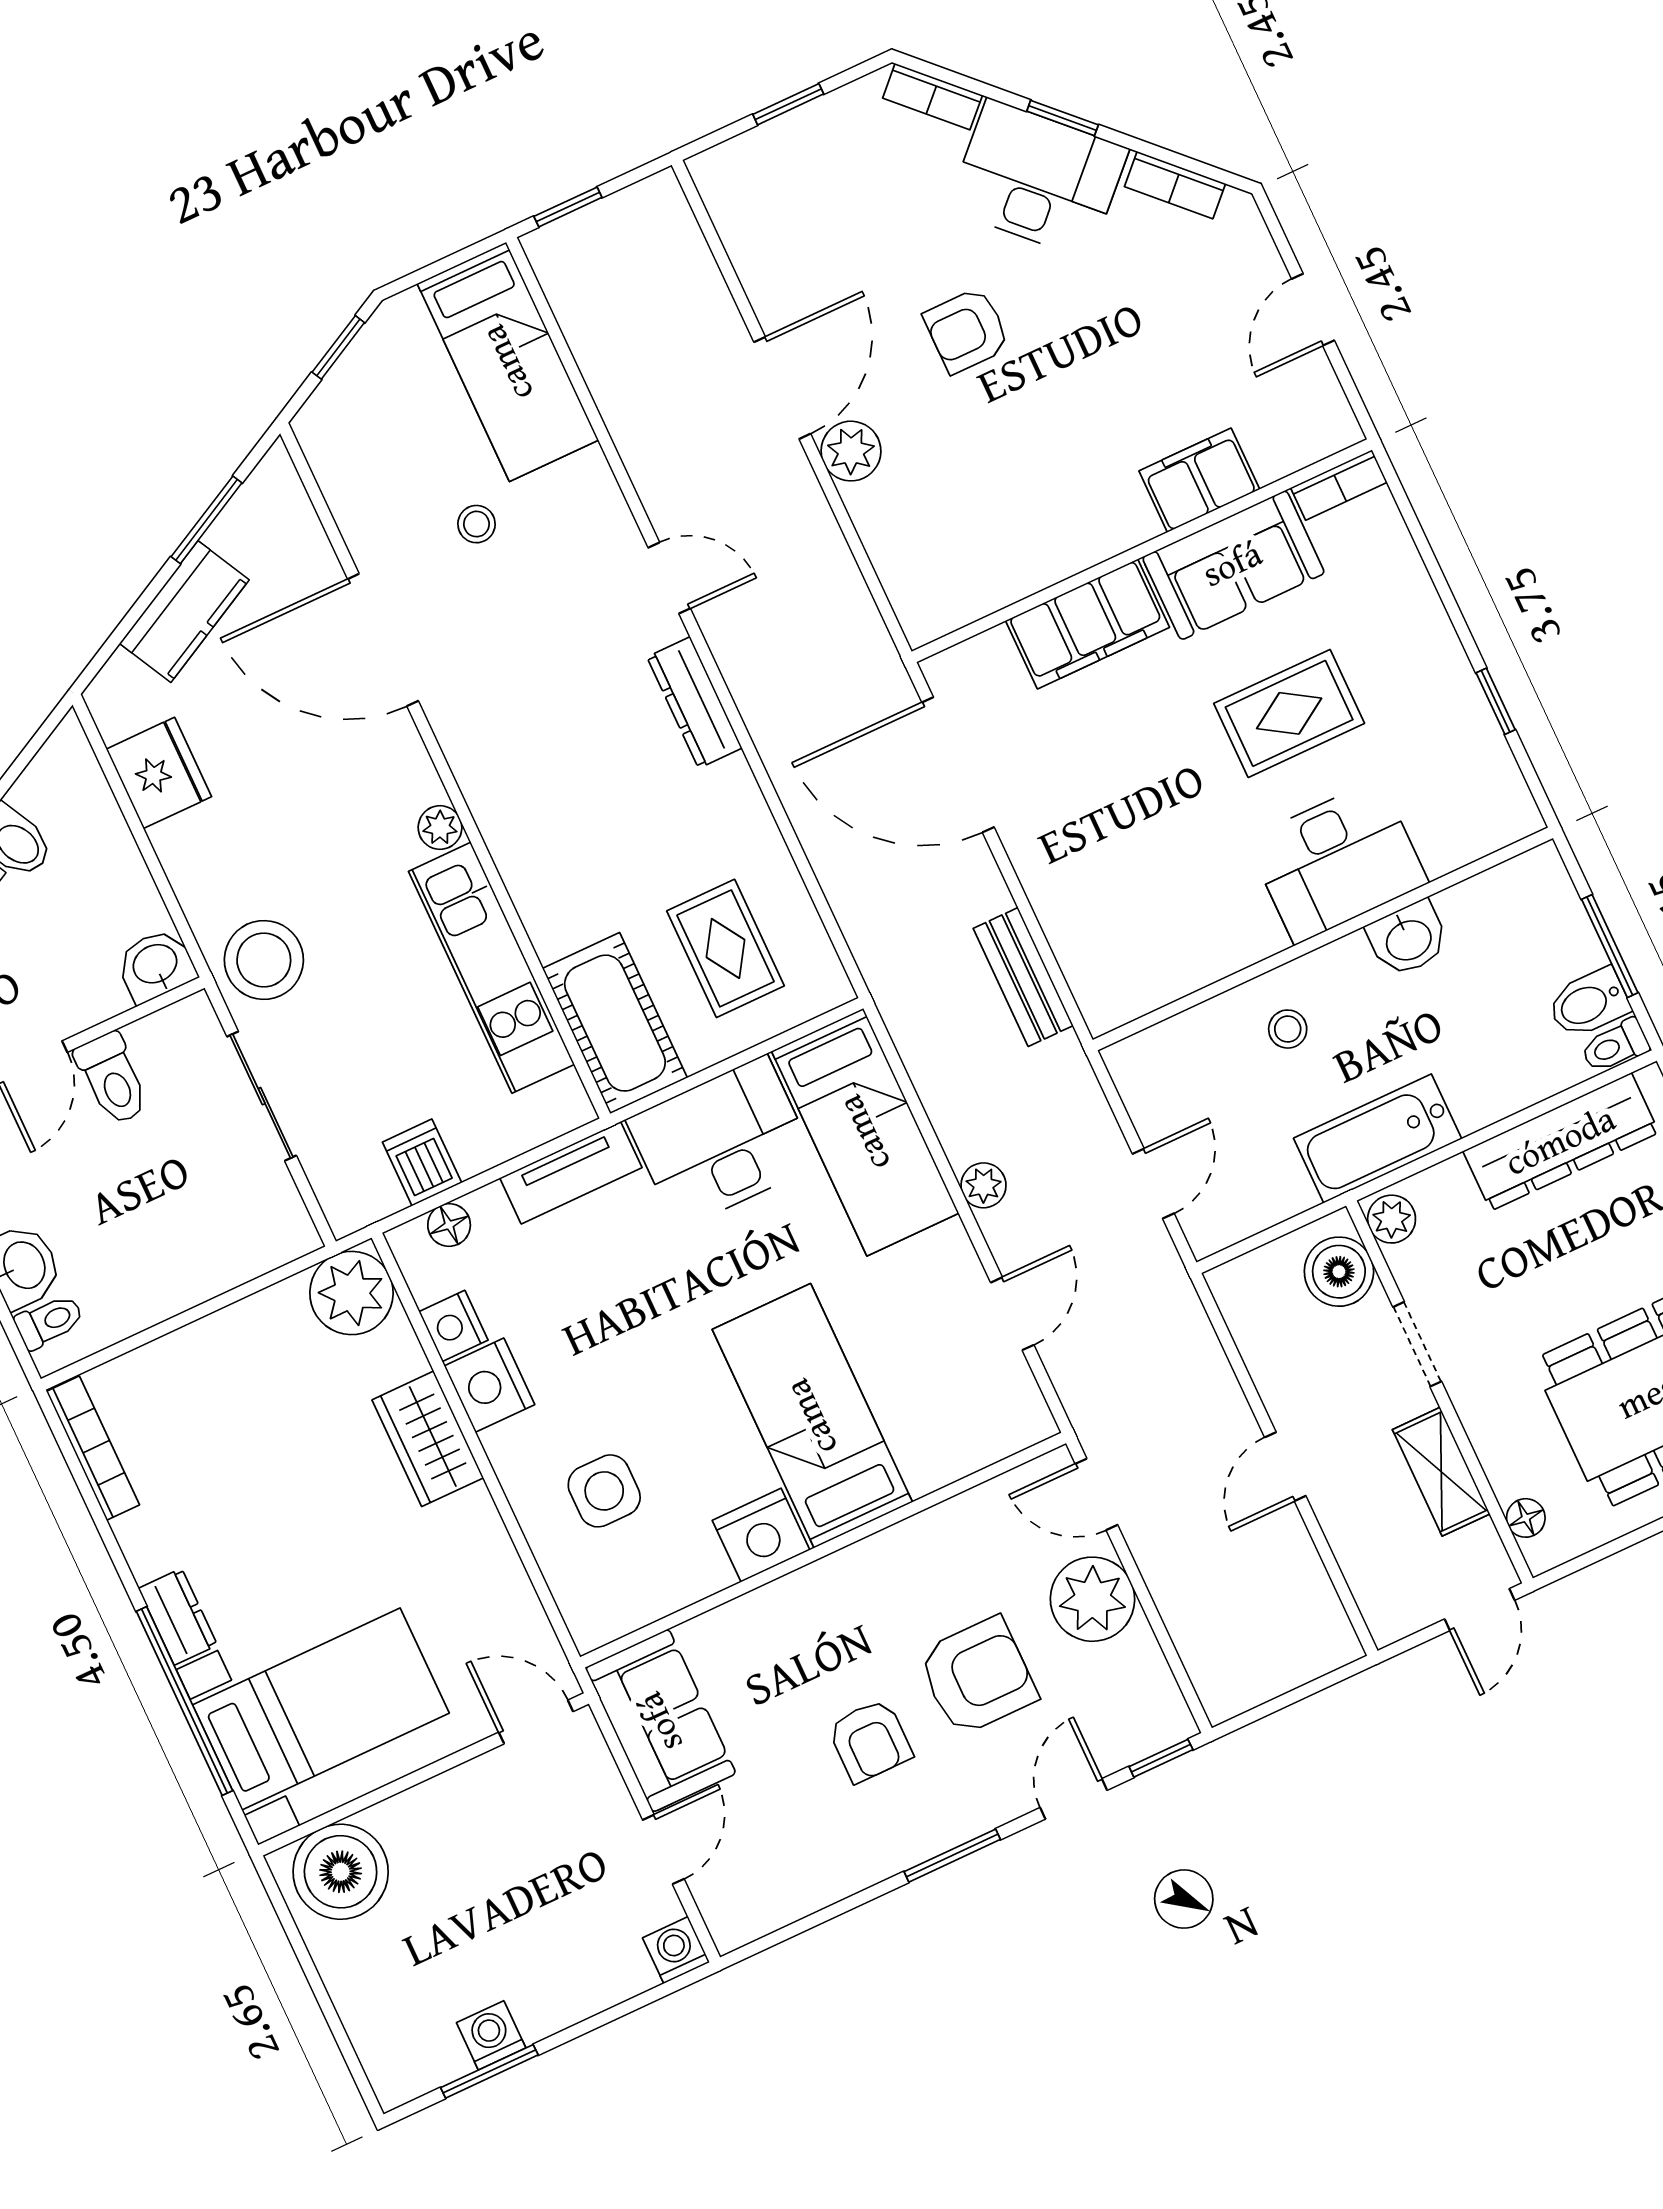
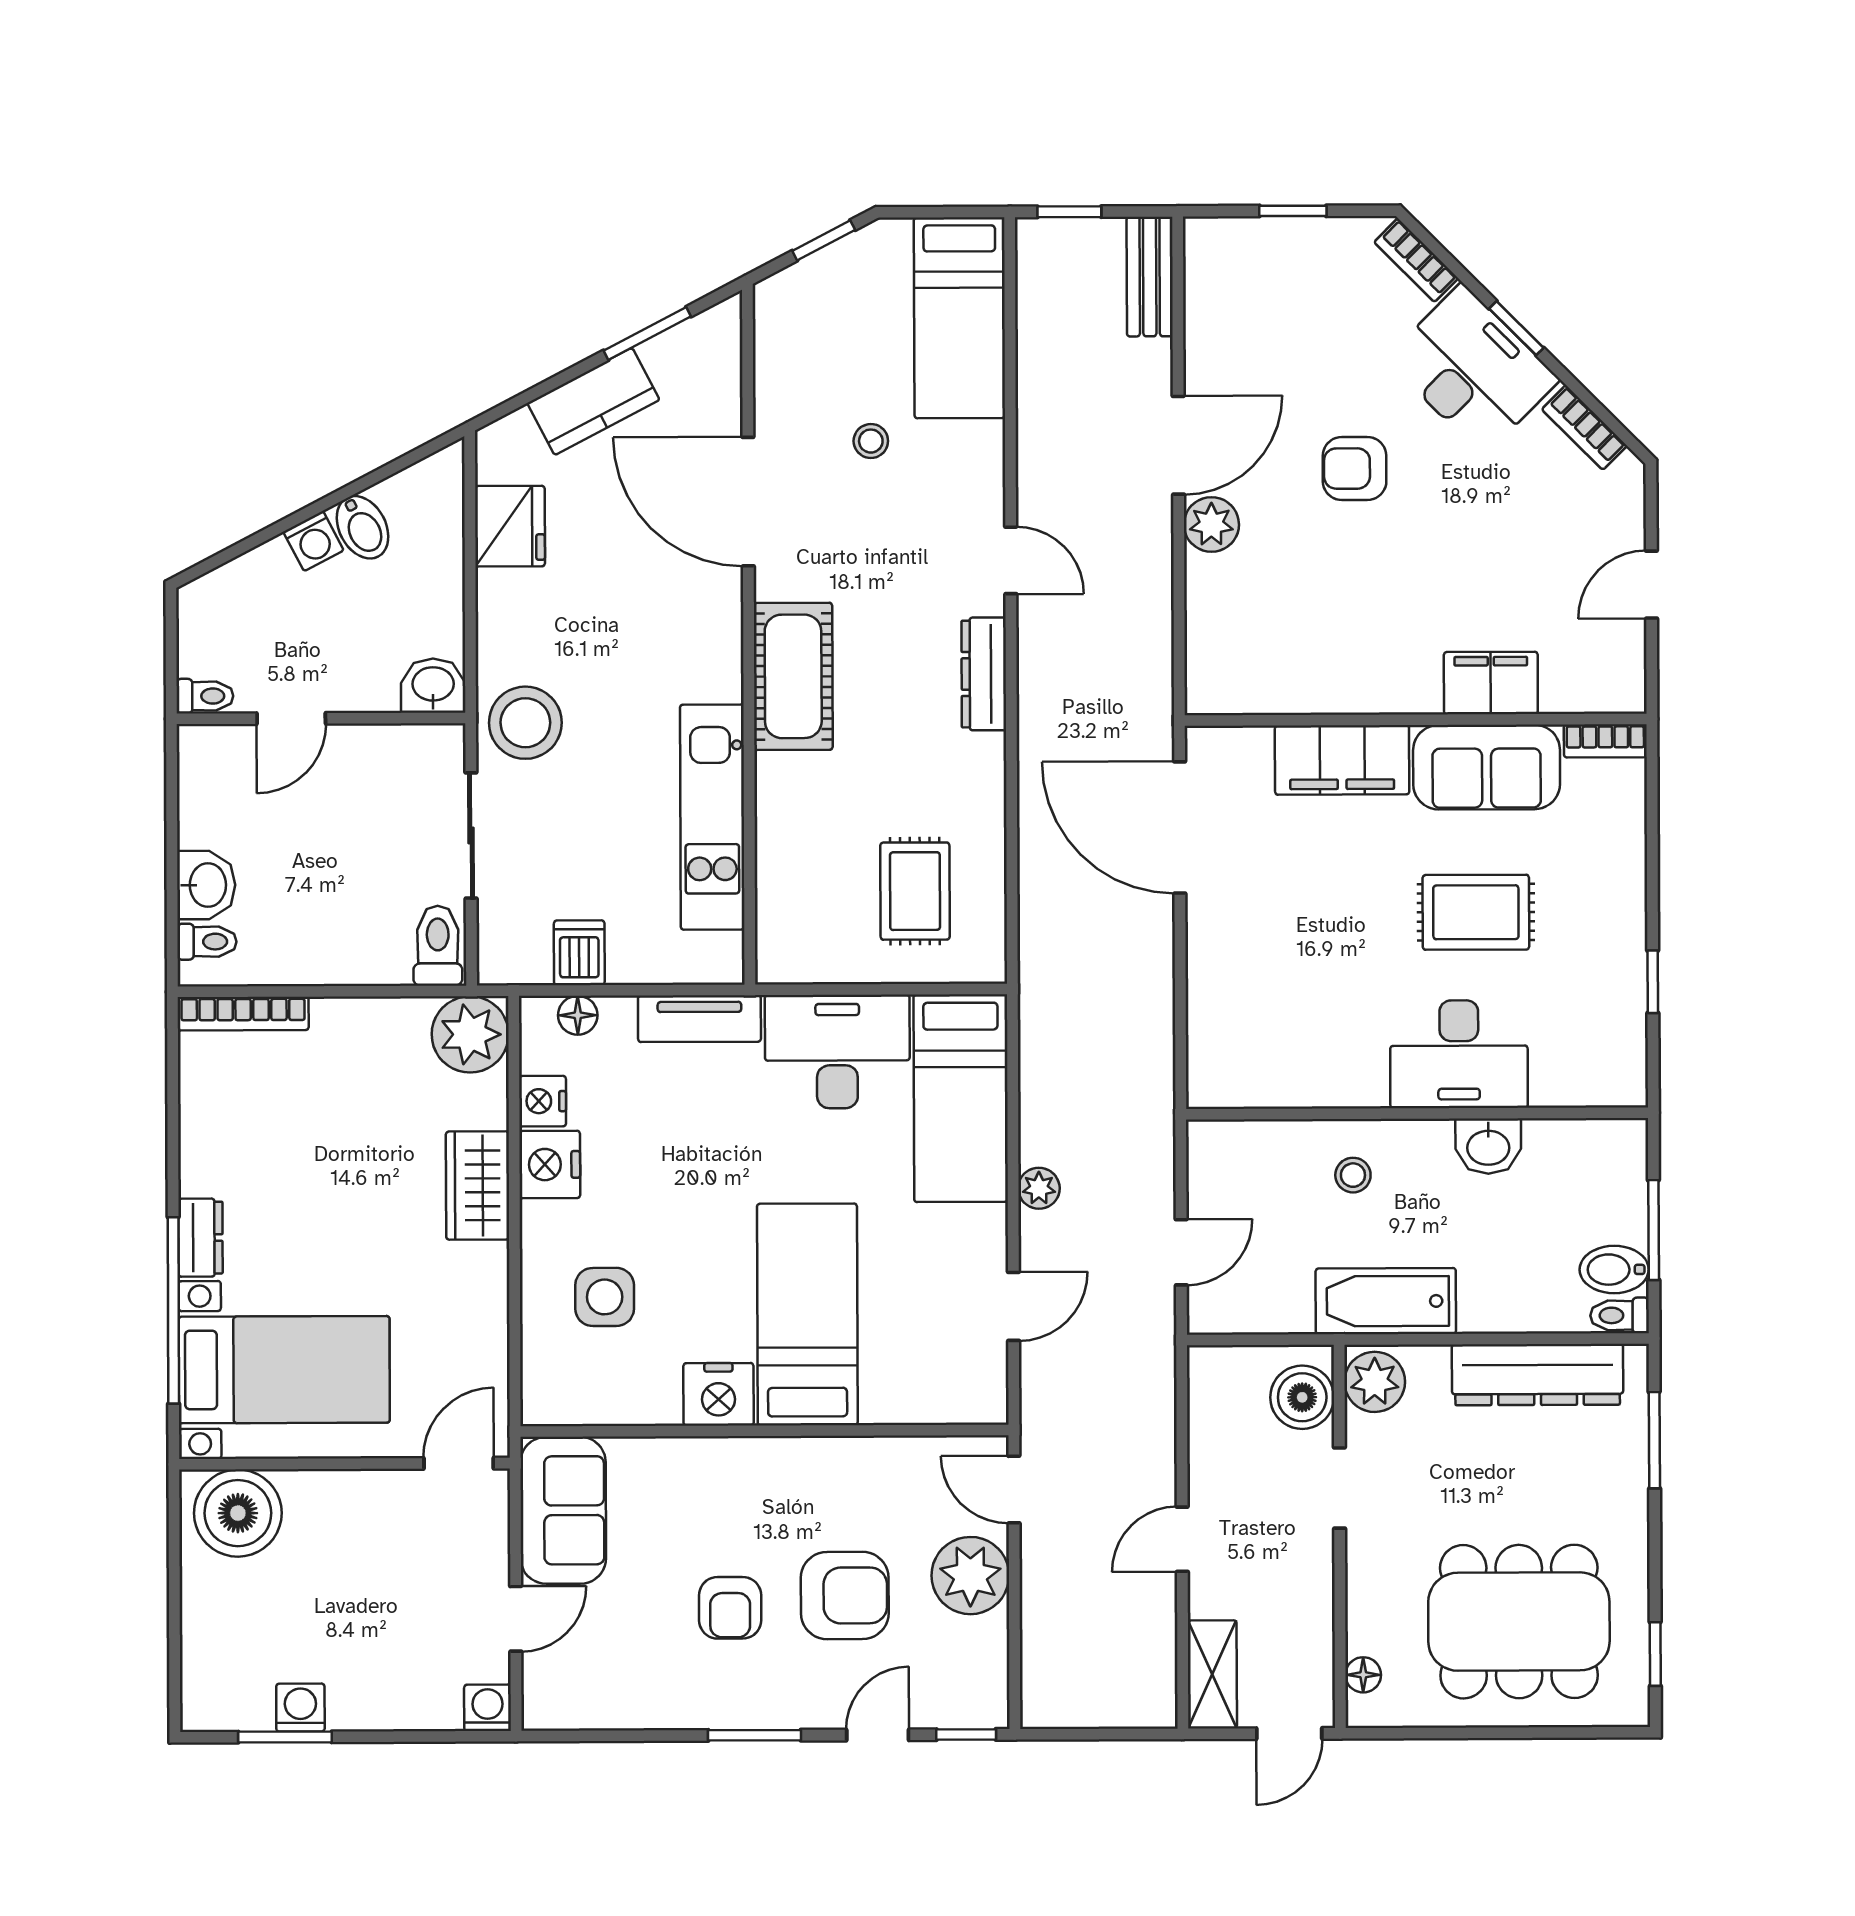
plant: (440, 828) -> (723, 680), removed
bench: (1023, 977) -> (1150, 277), moved
cot: (615, 1023) -> (793, 676), moved
toilet: (112, 1079) -> (438, 946), moved, turned 180
plant: (1392, 1219) -> (1375, 1382), width x1.38, depth x1.38
bookcase: (93, 1448) -> (243, 1014), moved, turned 90
shelving: (1441, 1472) -> (1212, 1674), moved
door: (536, 1722) -> (459, 1463), hinge flipped

